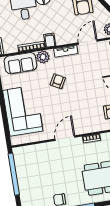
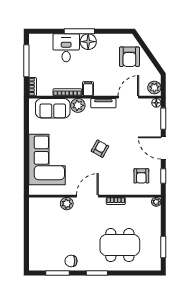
armchair: (58, 81) -> (100, 149), moved
plant: (47, 148) -> (67, 204), added
window: (14, 174) -> (26, 226), removed

